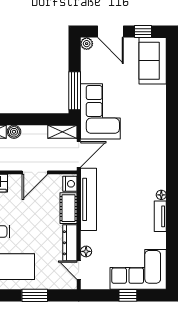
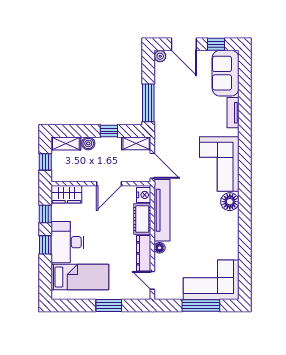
corner sofa: (100, 111) -> (219, 164), moved, turned 180
window: (35, 119) -> (109, 131), added
door: (79, 154) -> (152, 166), hinge flipped
floor lamp: (161, 195) -> (230, 202), width x1.89, depth x1.89
tv unit: (160, 216) -> (233, 113), moved
floor lamp: (86, 251) -> (160, 248), moved
window: (128, 295) -> (201, 305), width x2.17

